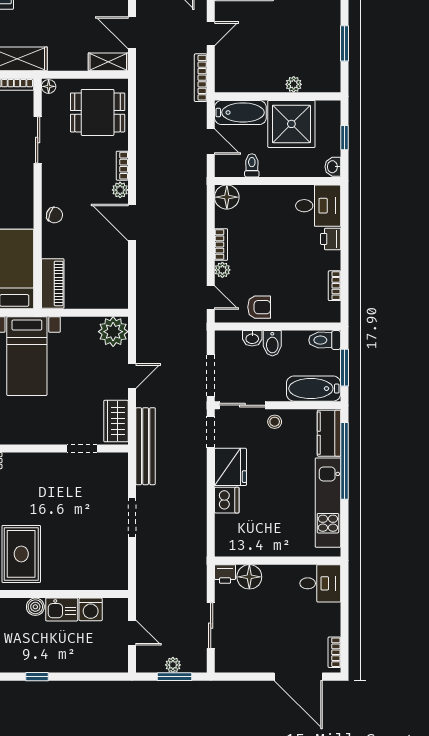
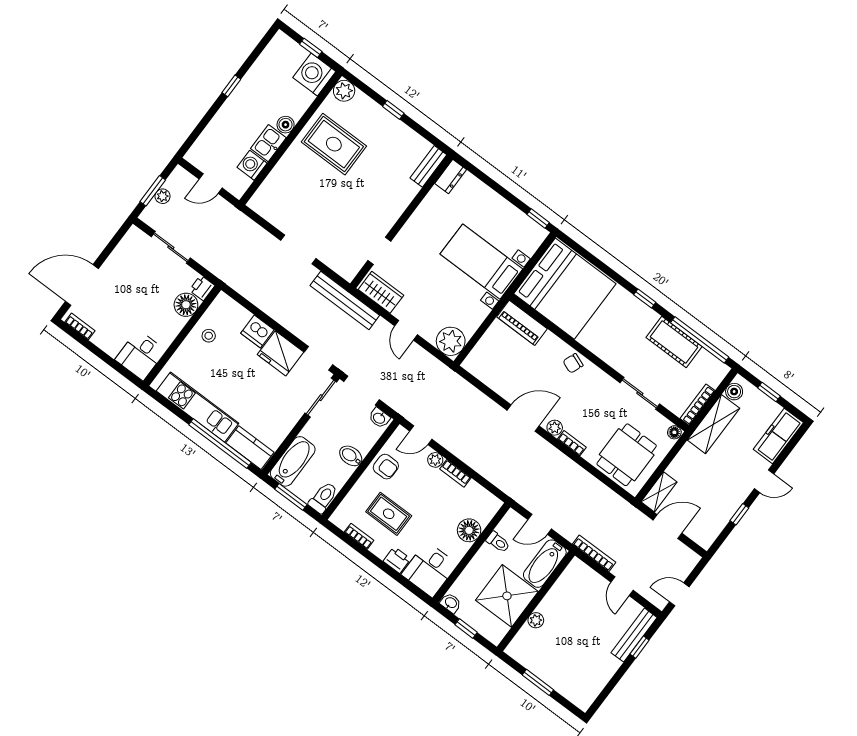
floor lamp: (227, 197) -> (469, 530), moved
rug: (297, 275) -> (389, 514), added
armchair: (259, 307) -> (386, 467), turned -90
washbasin: (252, 338) -> (379, 418), moved, turned -90
stool: (275, 422) -> (209, 336), moved

